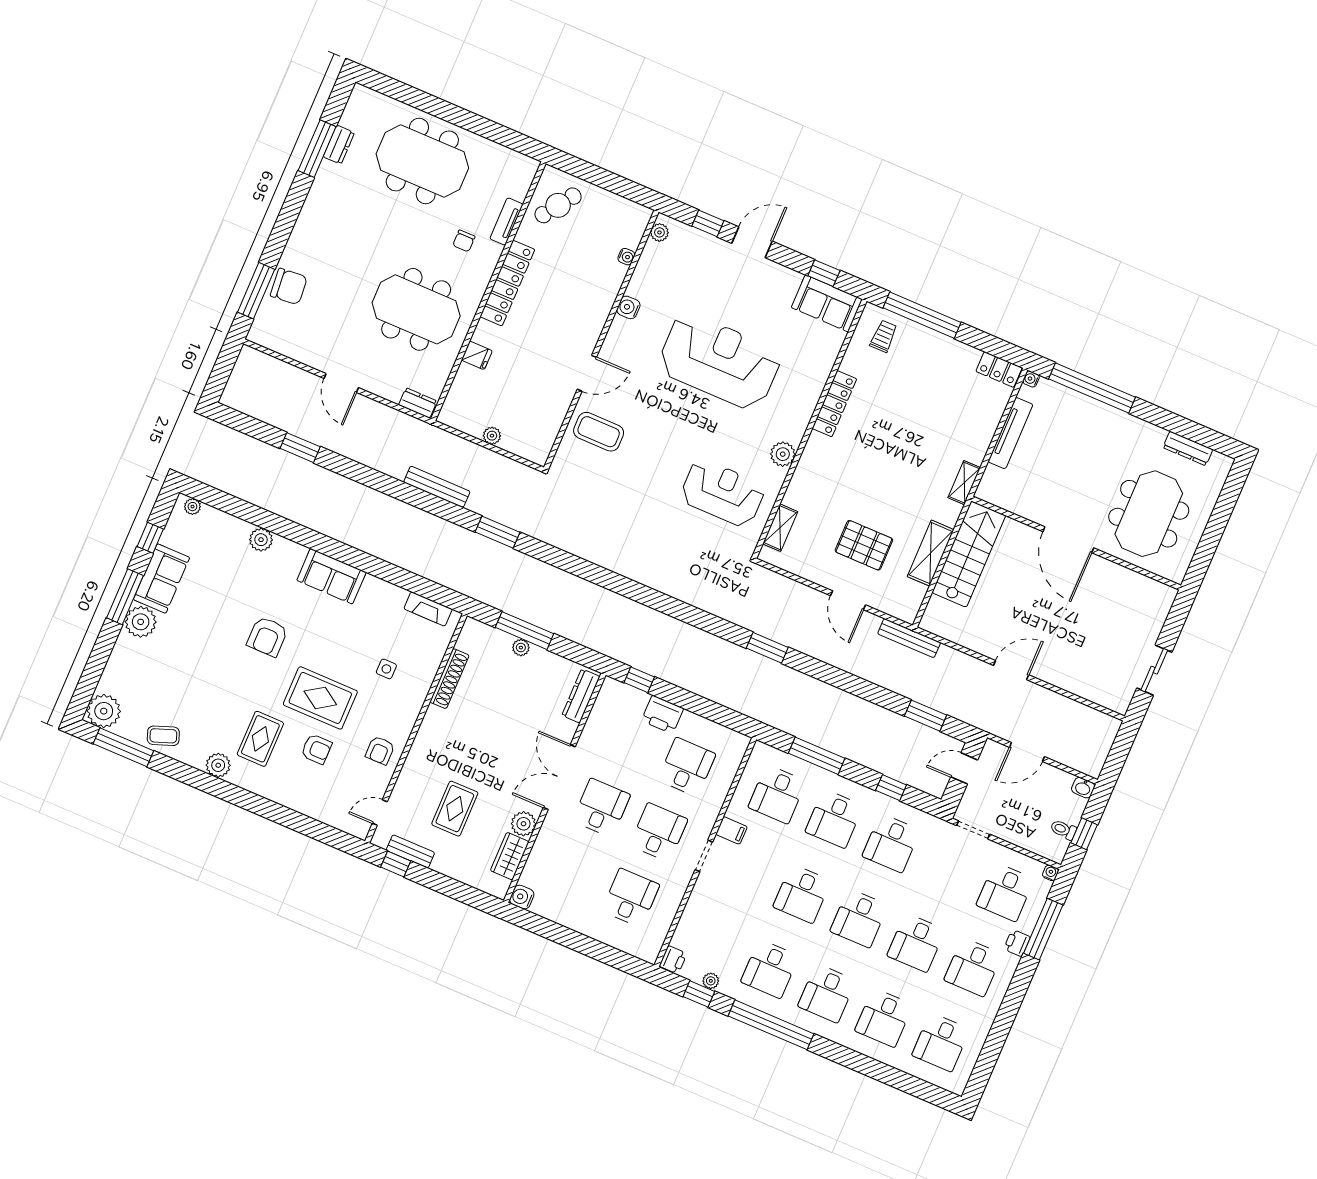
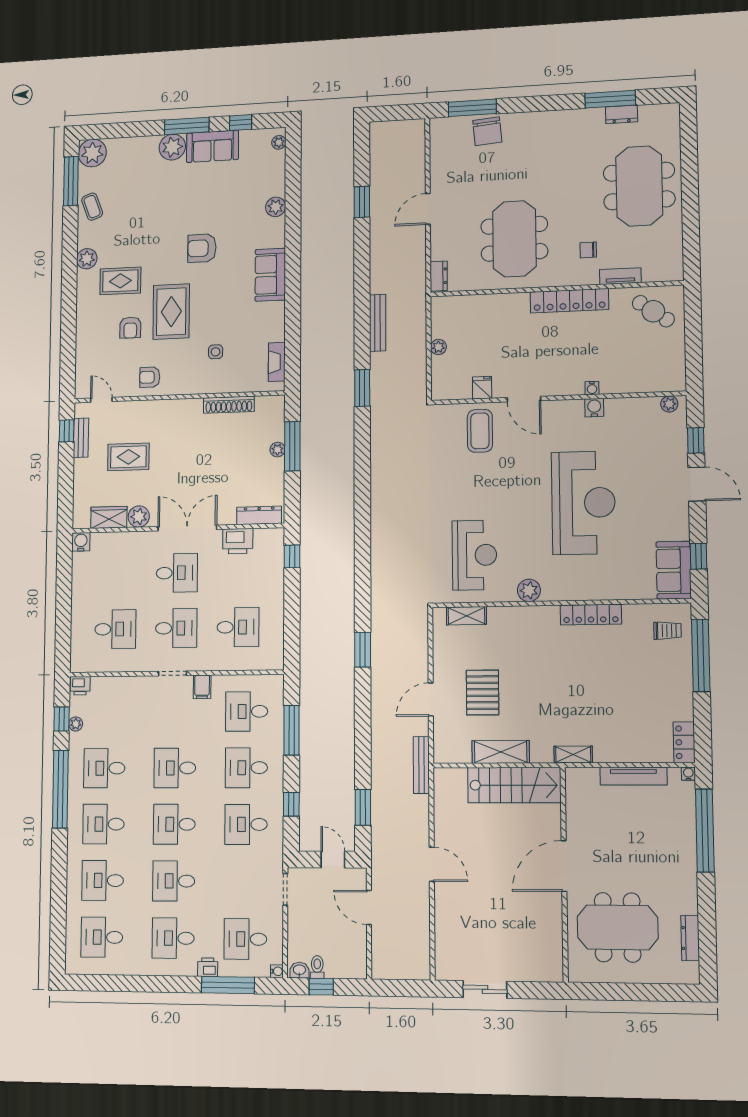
water cooler: (626, 257) -> (592, 388), moved
fridge: (477, 355) -> (482, 388), moved, turned 180
printer: (662, 715) -> (238, 541), moved, turned -90
washbasin: (1083, 788) -> (299, 970), moved, turned 90

